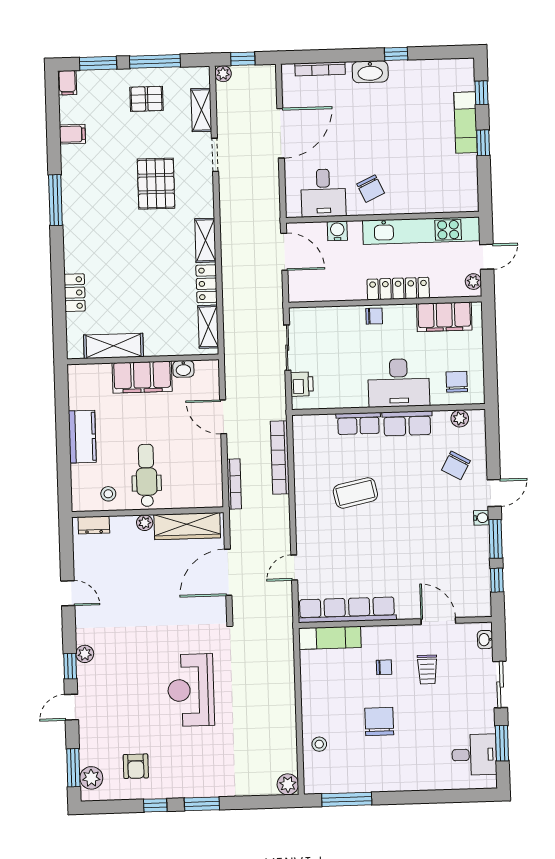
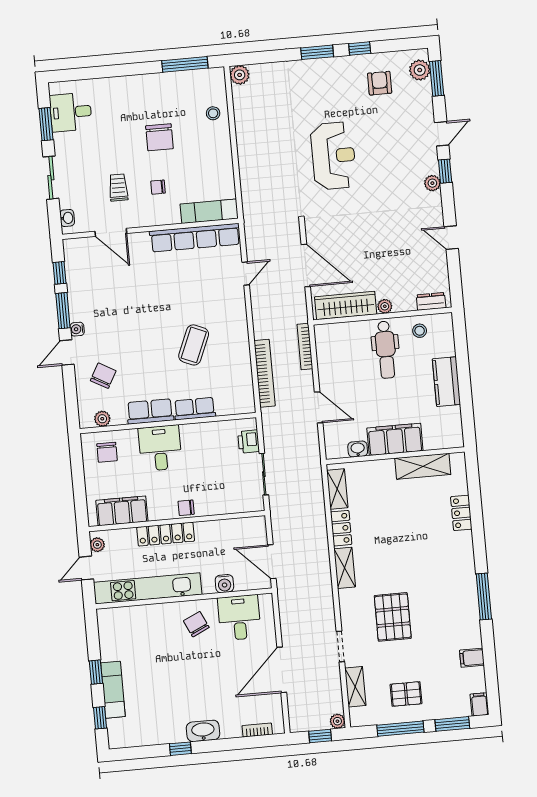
bookcase: (320, 69) -> (257, 730), width x0.64
desk: (399, 383) -> (160, 448), width x0.73
coffee table: (355, 493) -> (194, 345), turned -55
door: (228, 572) -> (306, 265), hinge flipped

